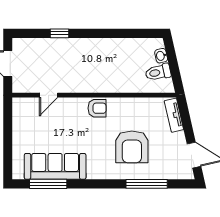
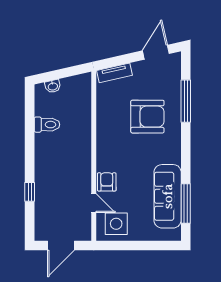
toilet: (158, 72) -> (47, 125), moved, turned -77
armchair: (97, 108) -> (107, 182), moved
side table: (29, 117) -> (116, 224), added

